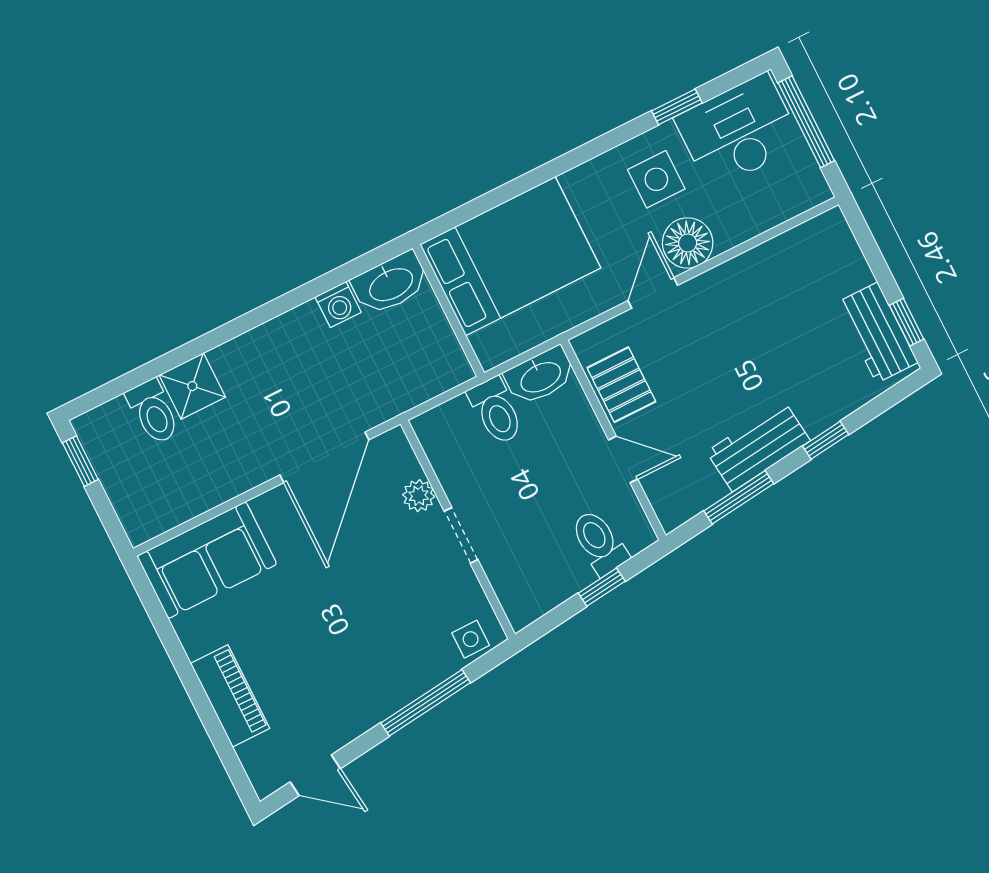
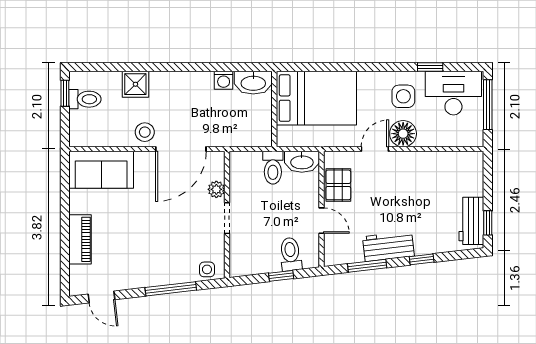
toilet: (153, 412) -> (85, 99), moved, turned -90
stool: (249, 459) -> (145, 132), added

